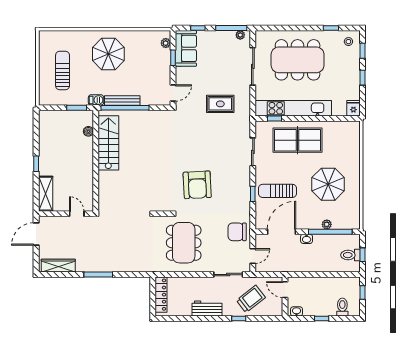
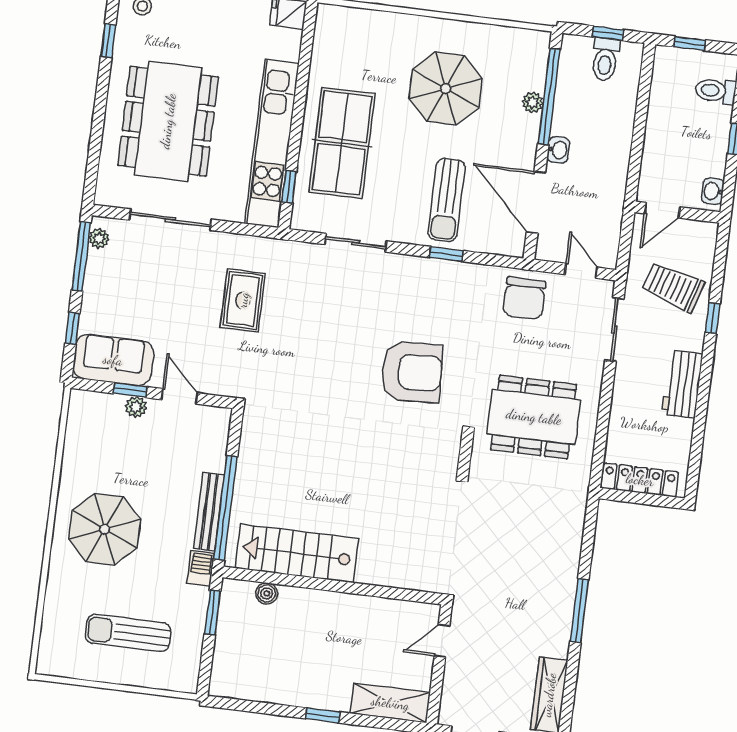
plant: (166, 43) -> (136, 407), moved
door: (173, 93) -> (180, 396), moved
trolley: (251, 299) -> (673, 287), turned -35

